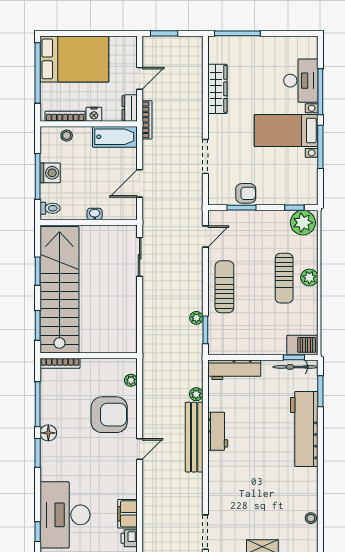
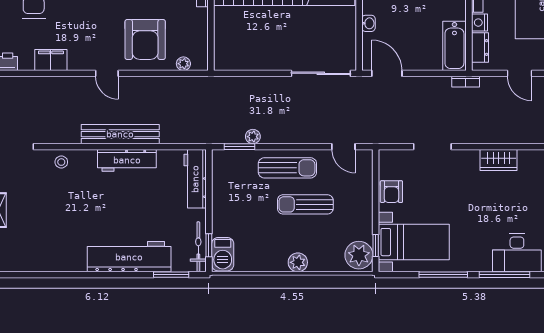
wardrobe: (217, 89) -> (499, 160), width x0.67
dresser: (130, 108) -> (480, 47), moved, turned 90
bookcase: (147, 120) -> (466, 82), width x0.64
bed with nightstands: (286, 131) -> (414, 242), moved, turned 90
door: (140, 183) -> (387, 73), moved
window: (241, 208) -> (376, 187), removed
sliding door: (140, 257) -> (321, 73), width x1.37
sun lounger: (284, 278) -> (305, 204), moved
plant: (196, 394) -> (168, 136), removed
workbench: (218, 431) -> (127, 160), width x1.38
filing cabinet: (127, 514) -> (51, 60), moved
stool: (311, 518) -> (61, 162), moved

